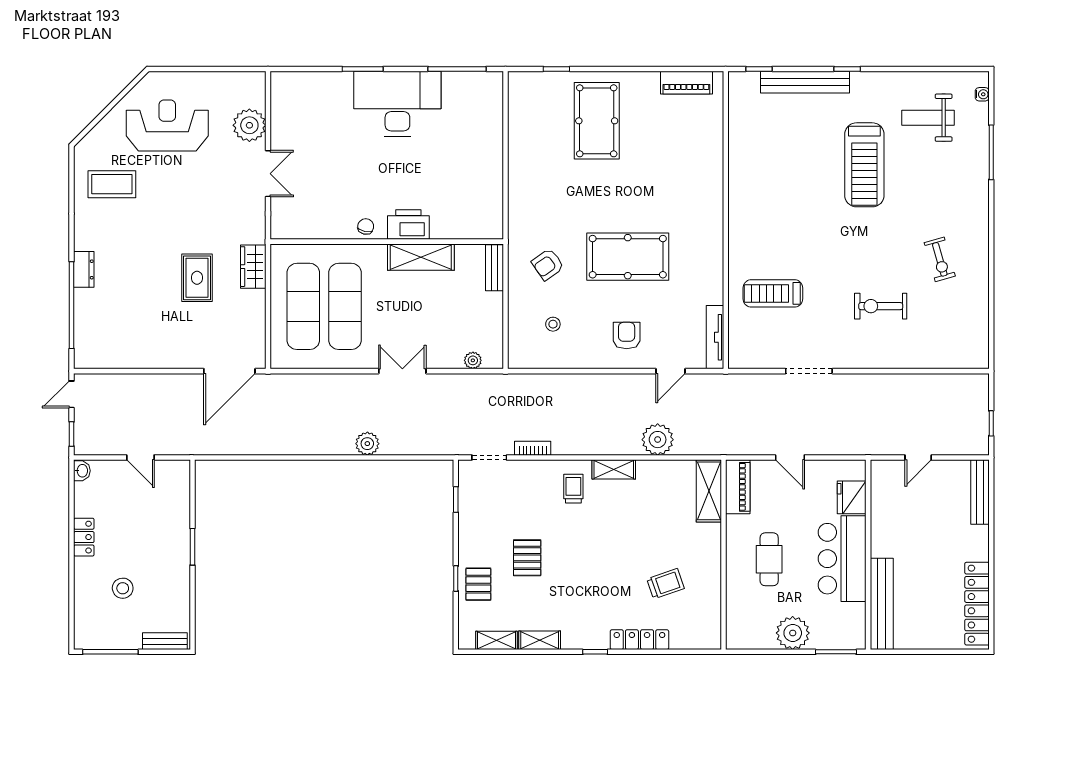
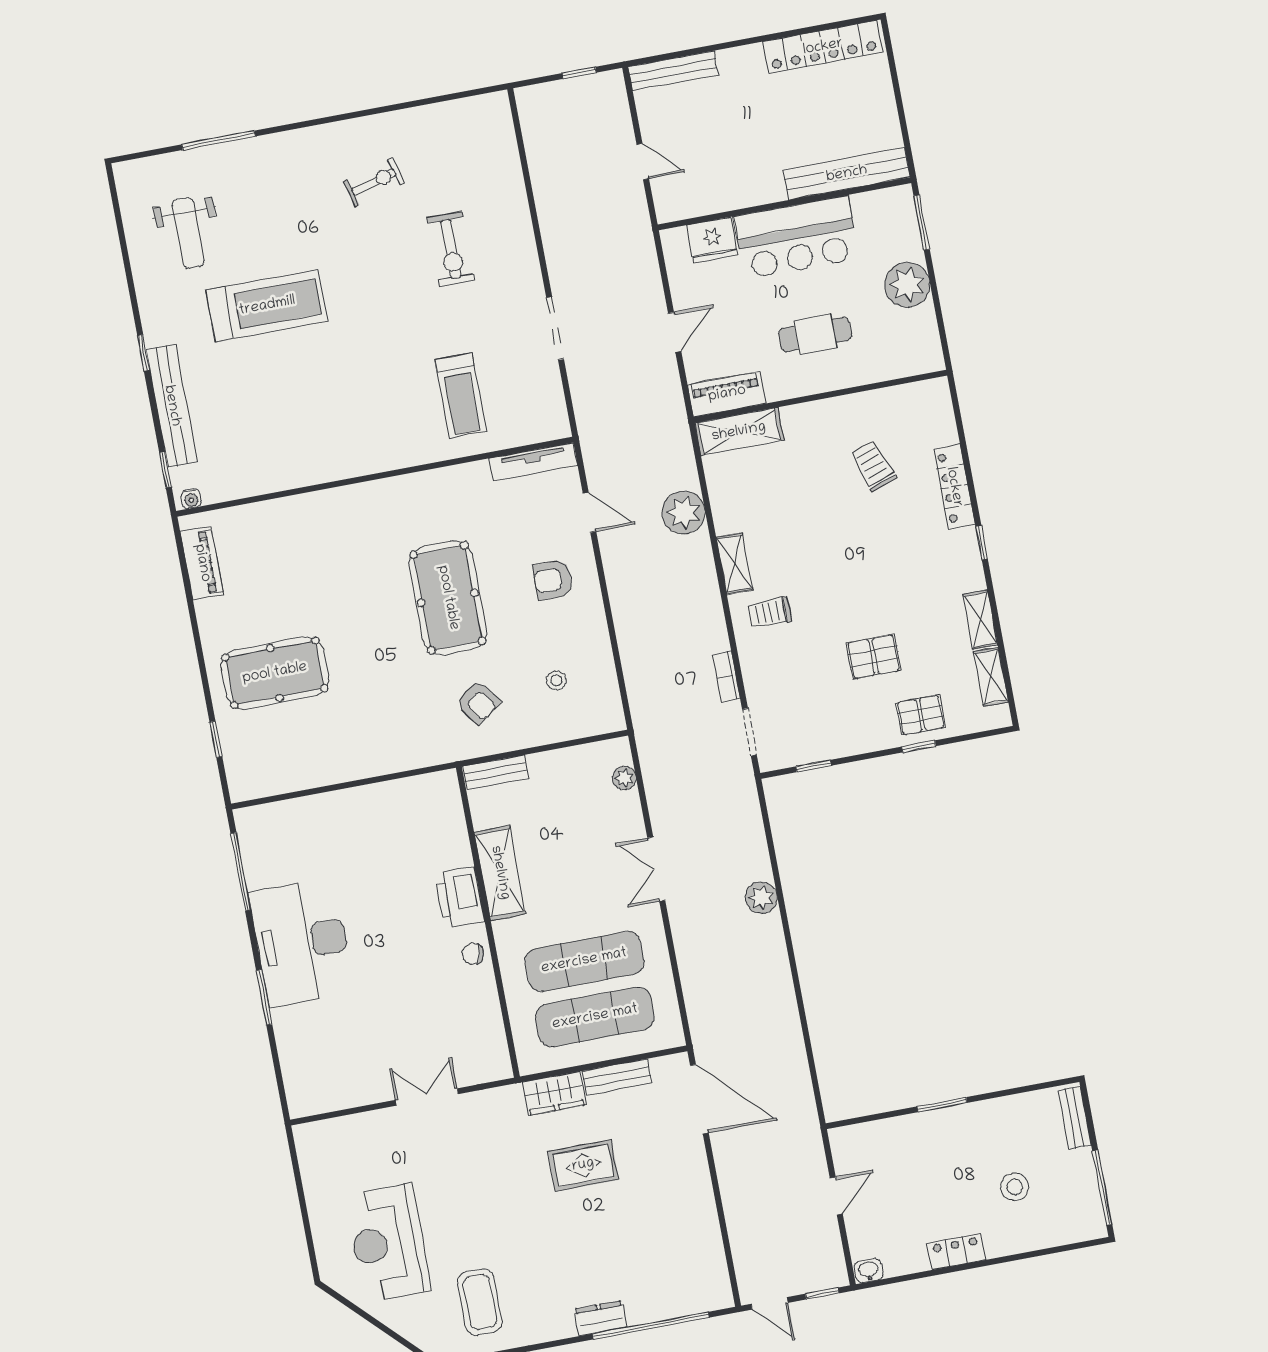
water cooler: (982, 94) -> (191, 499), moved, turned 180
plant: (249, 125) -> (367, 1134), removed
bench: (257, 314) -> (617, 1077), added

